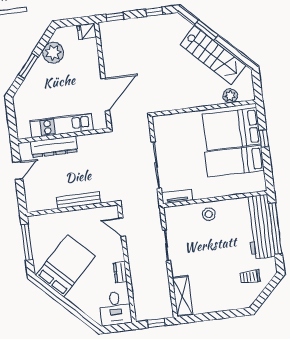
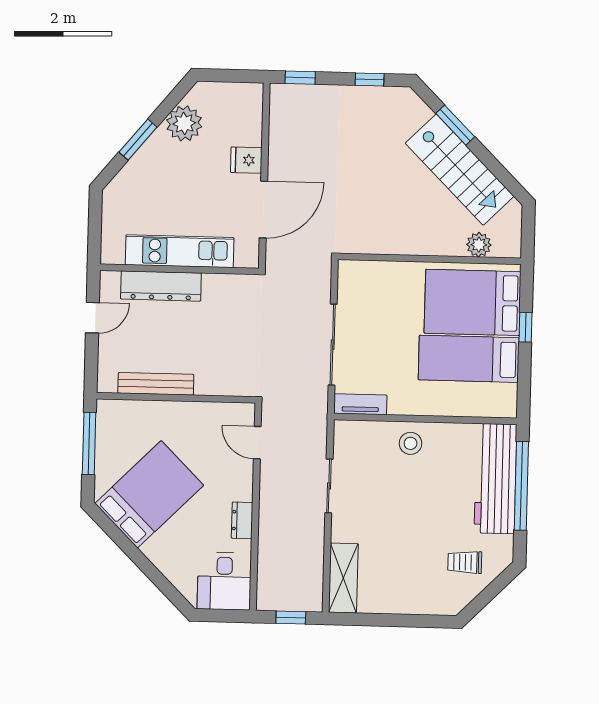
fridge: (87, 31) -> (246, 160), moved
bench: (79, 200) -> (156, 384), moved

